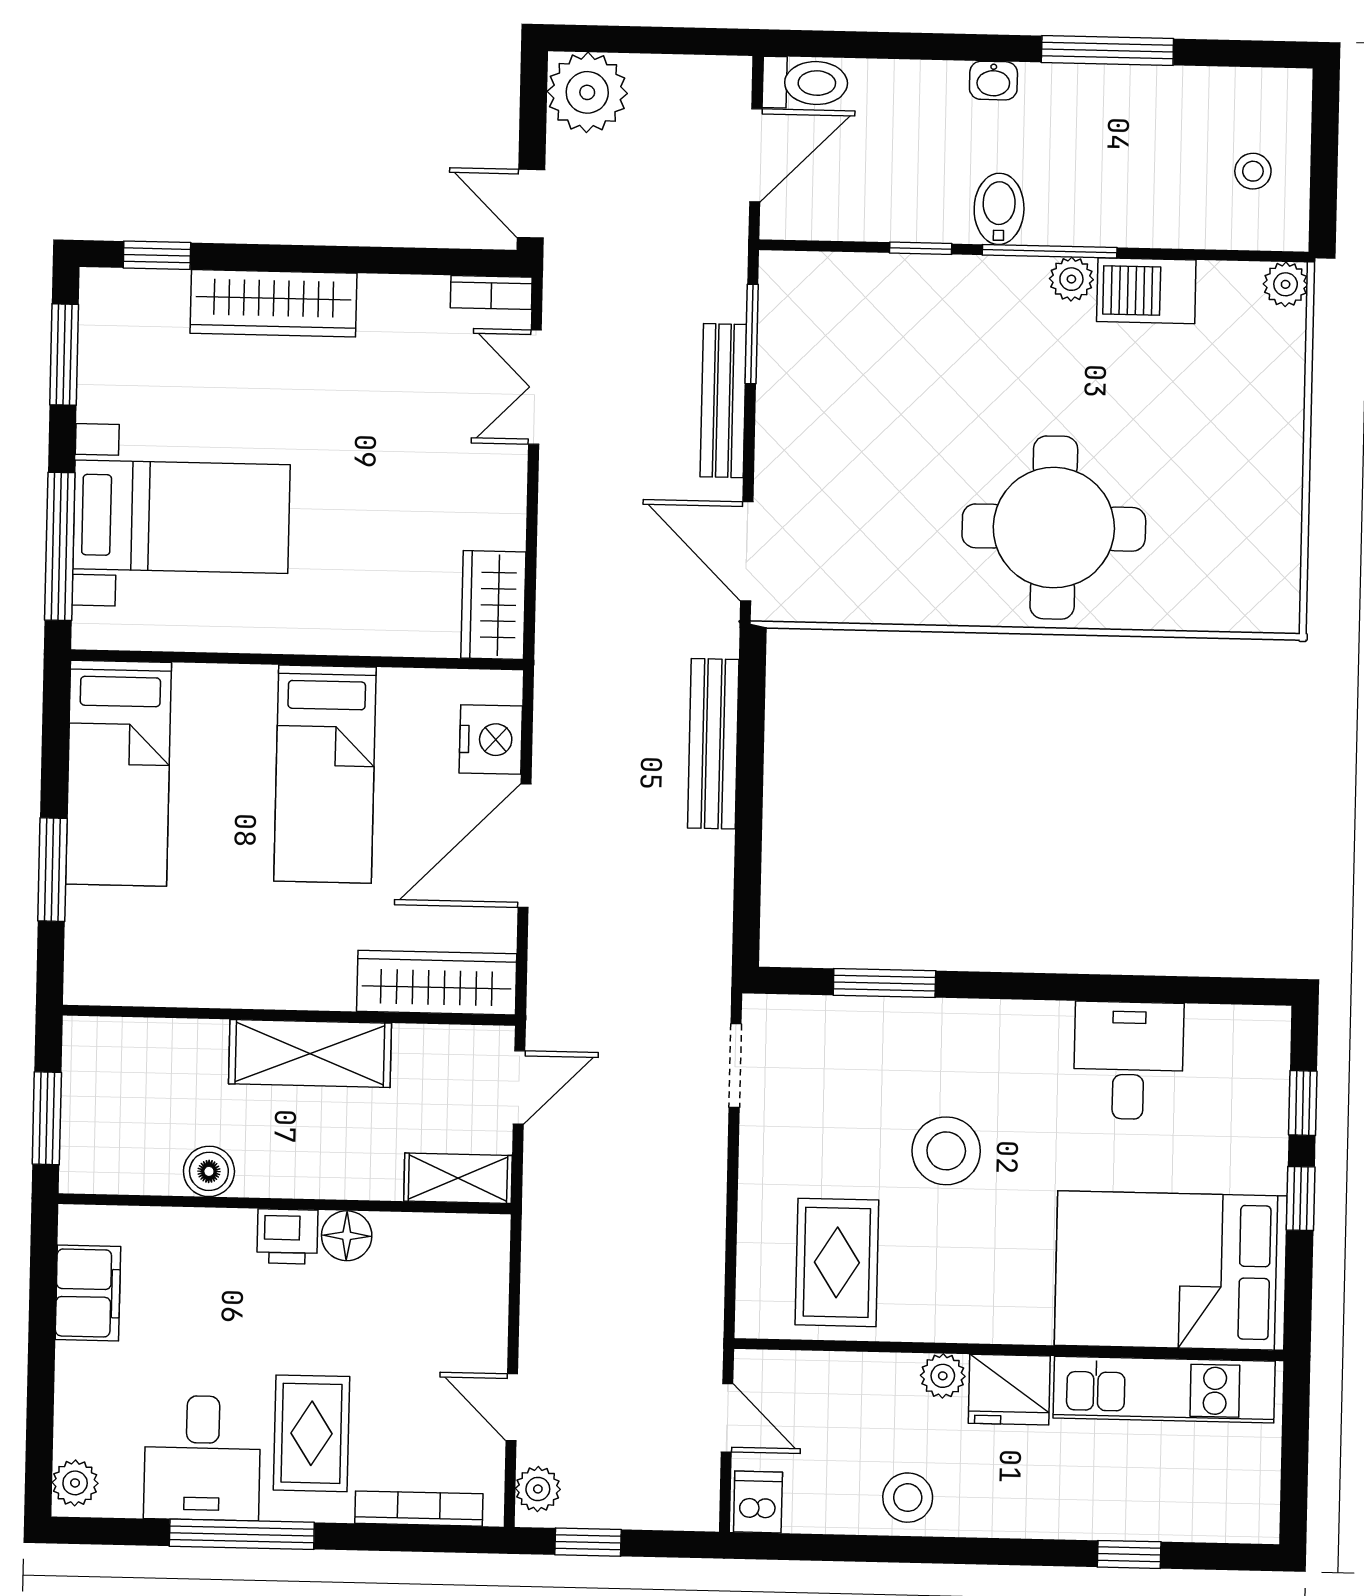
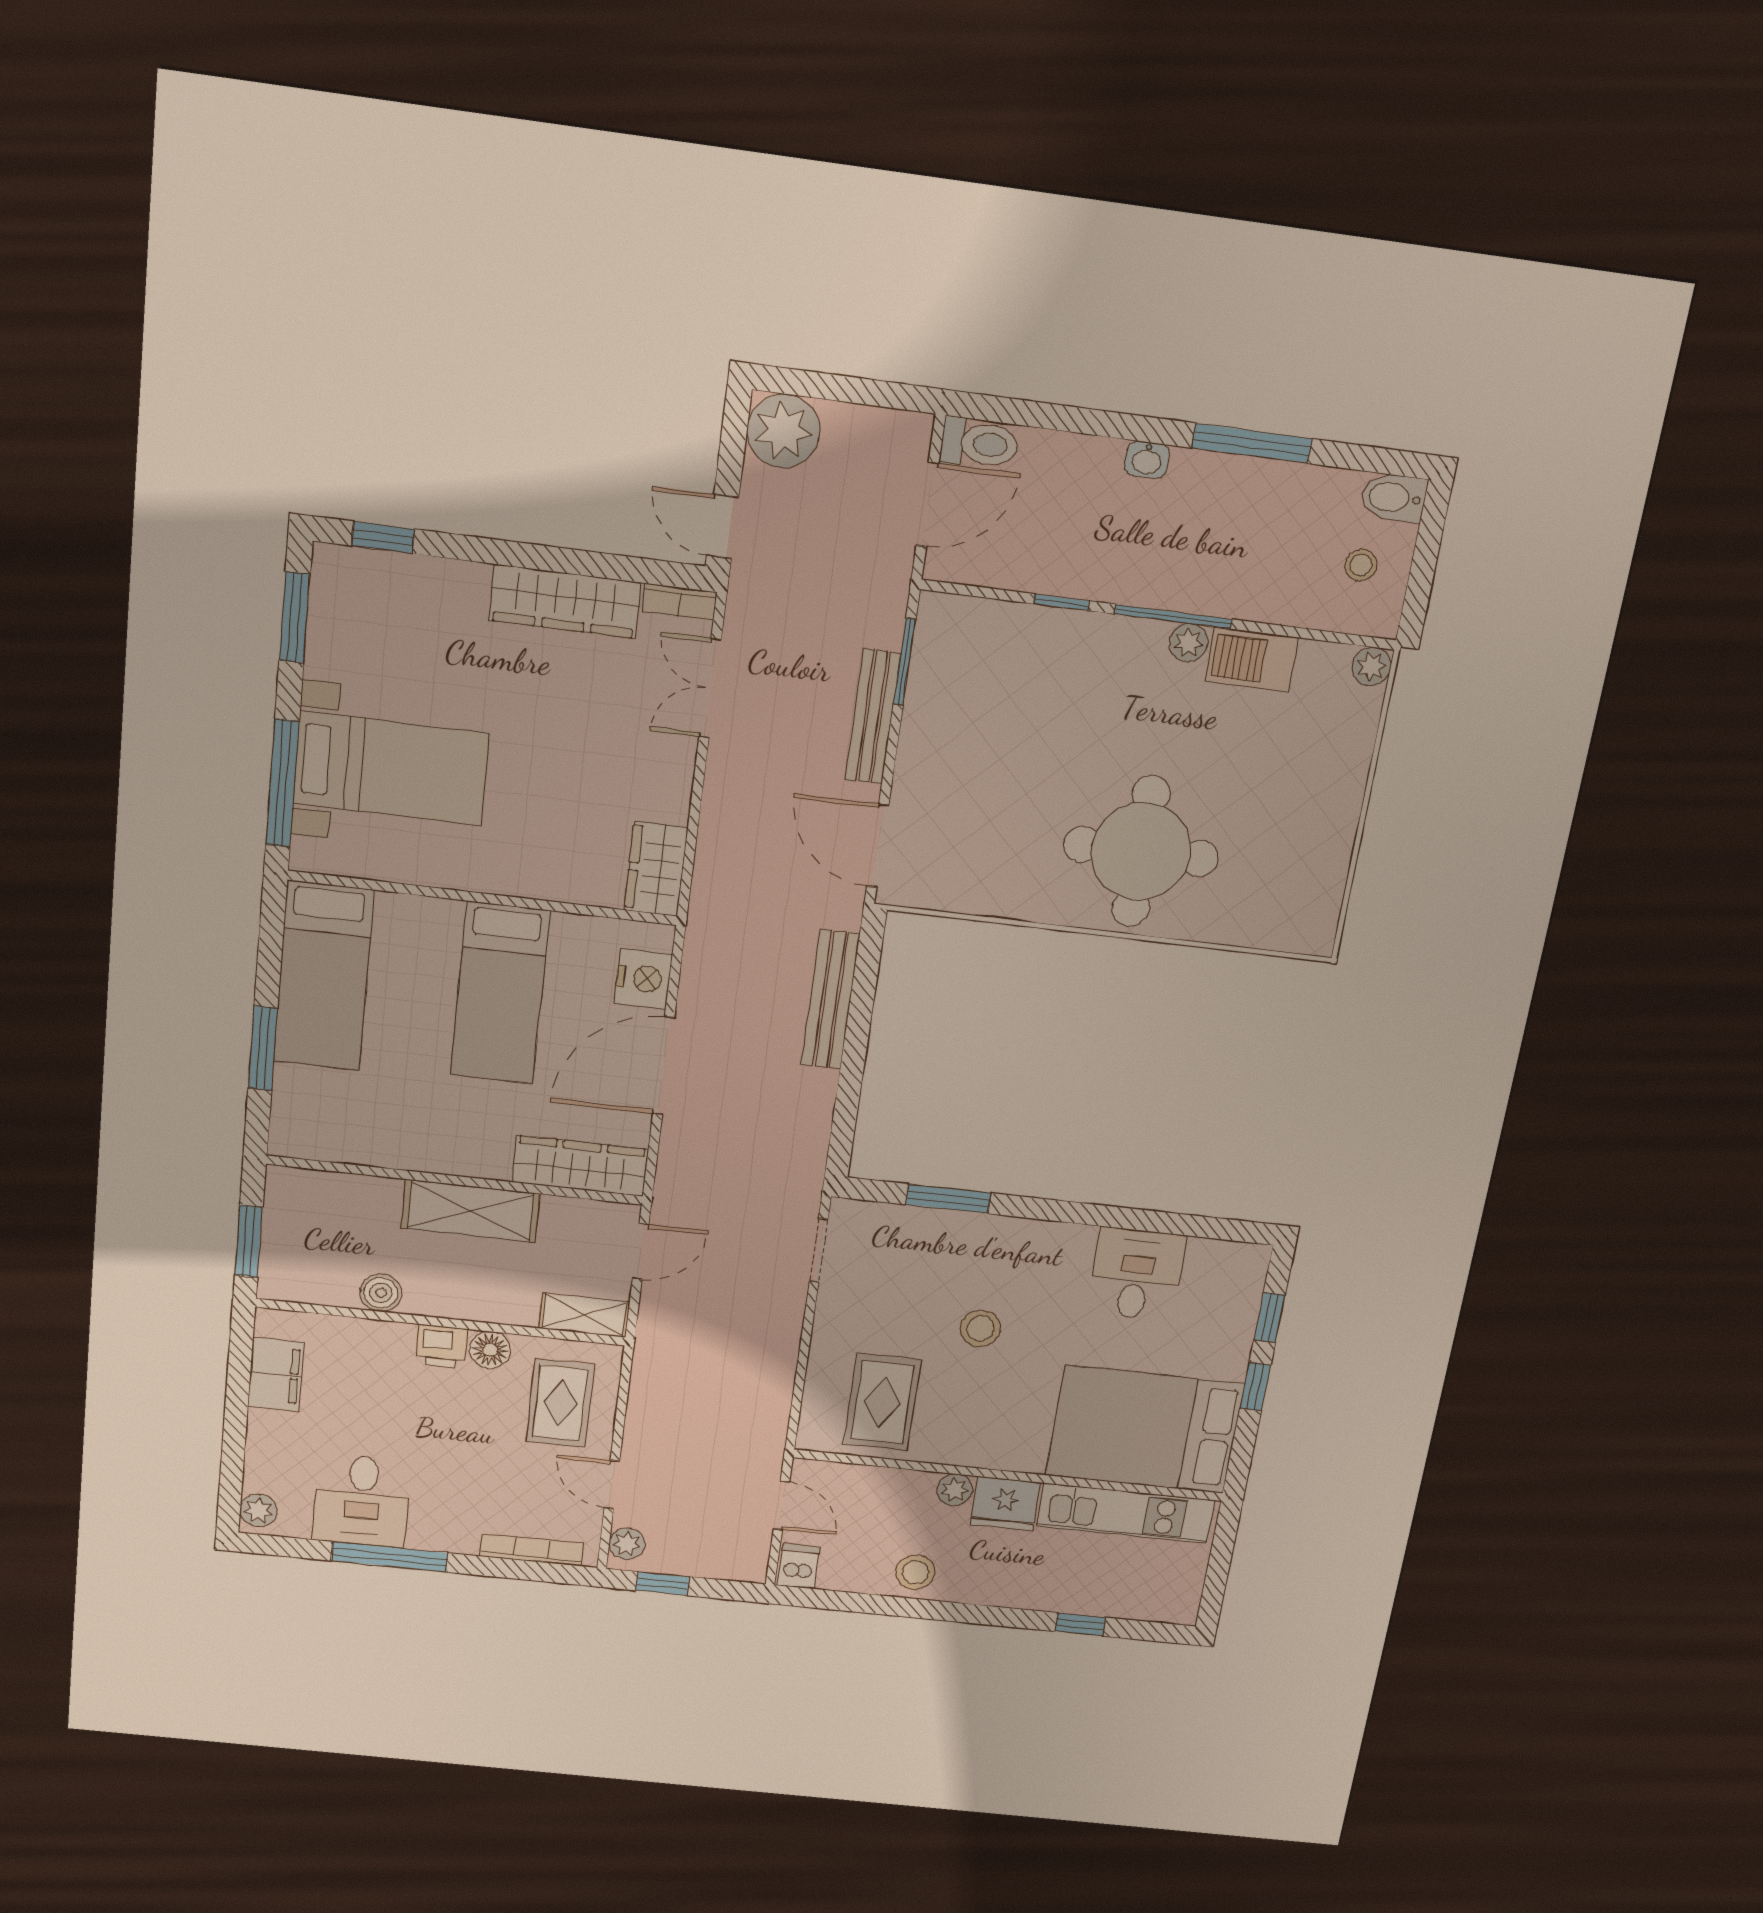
bidet: (999, 209) -> (1393, 497), moved, turned -90
wardrobe: (273, 303) -> (565, 601), moved
stool: (946, 1151) -> (980, 1328), width x0.73, depth x0.73
rug: (311, 1433) -> (560, 1403), moved

